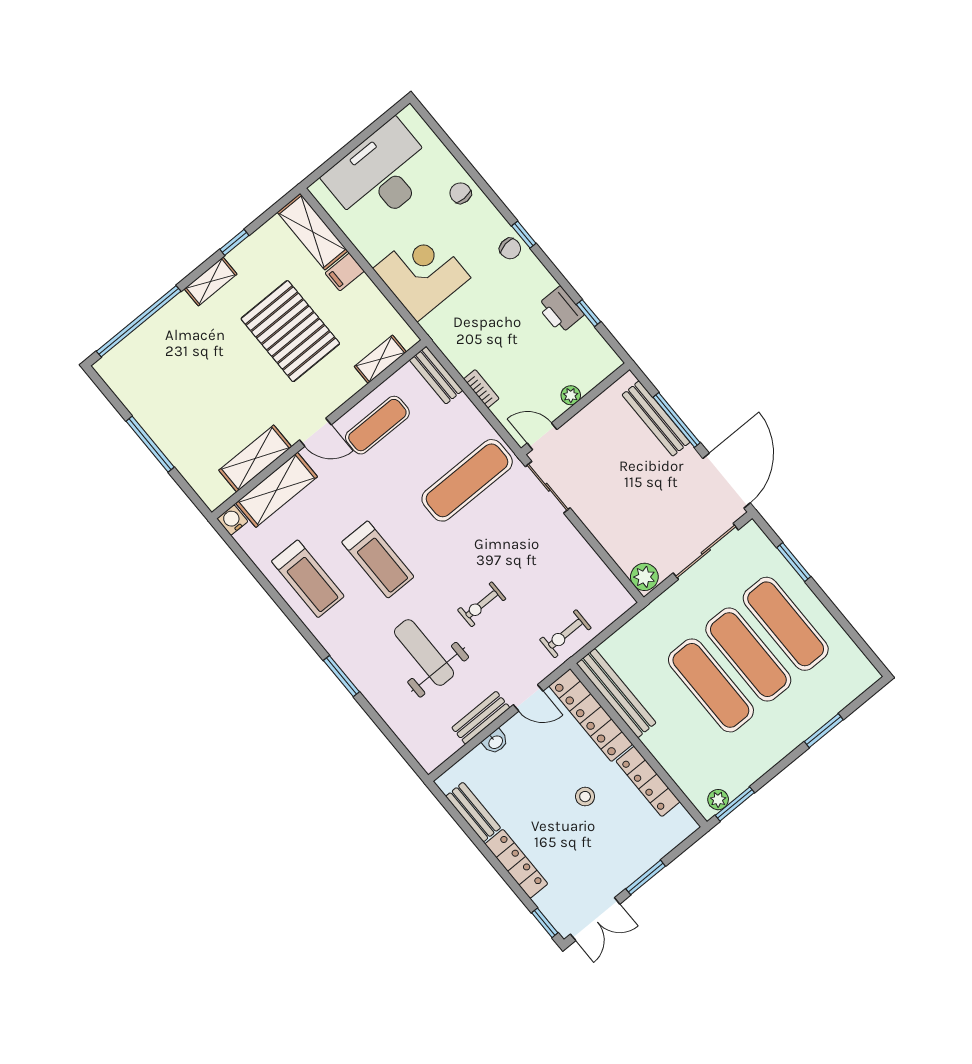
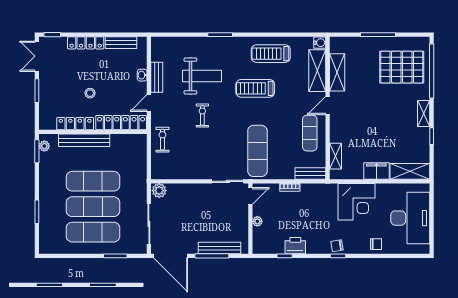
filing cabinet: (345, 272) -> (376, 171), width x2.00
pallet: (290, 331) -> (402, 67), moved
bench: (616, 693) -> (84, 140), moved

